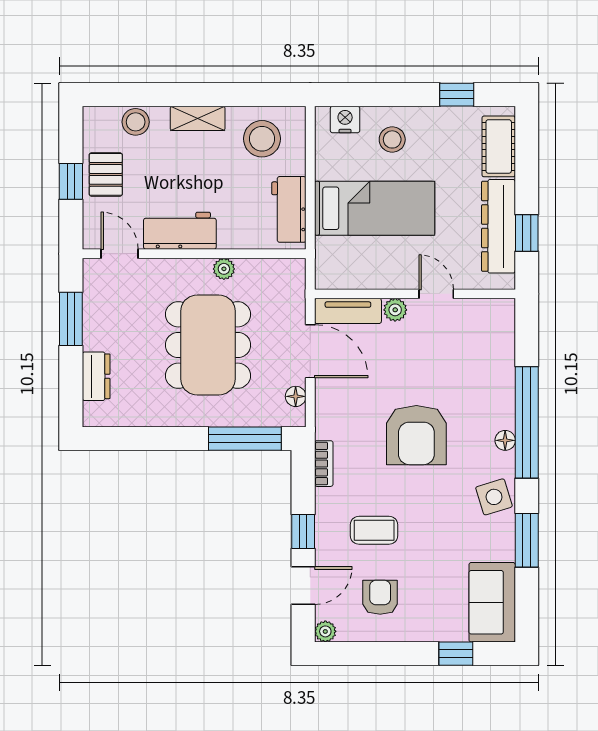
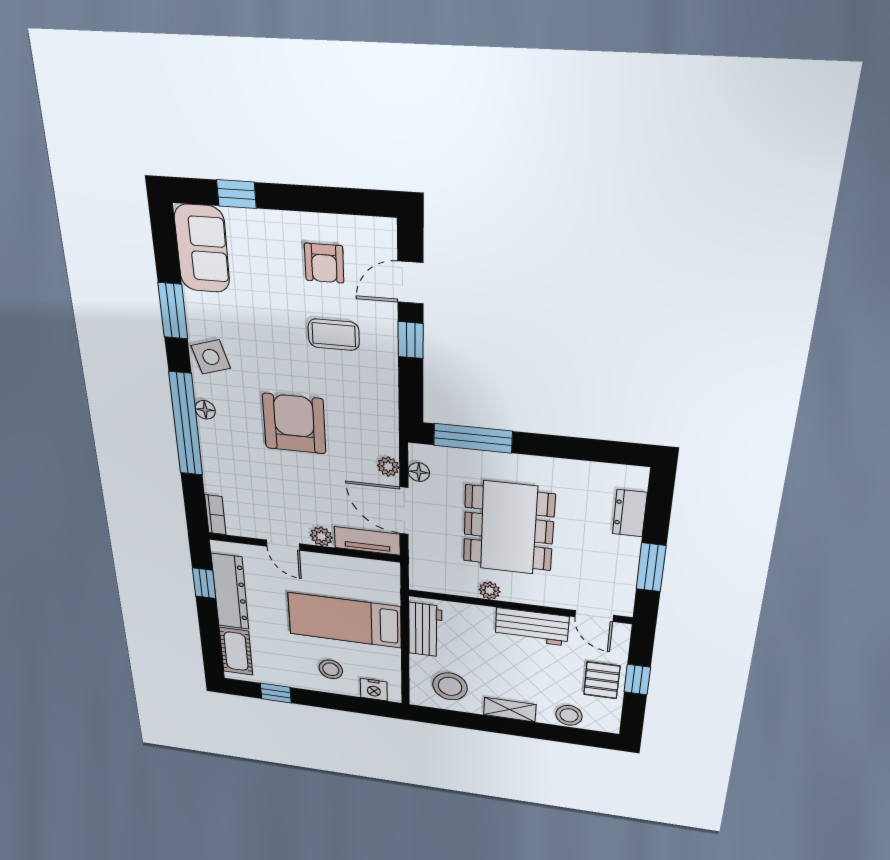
bookcase: (324, 464) -> (215, 515), moved, turned 180
plant: (325, 631) -> (388, 467), moved

